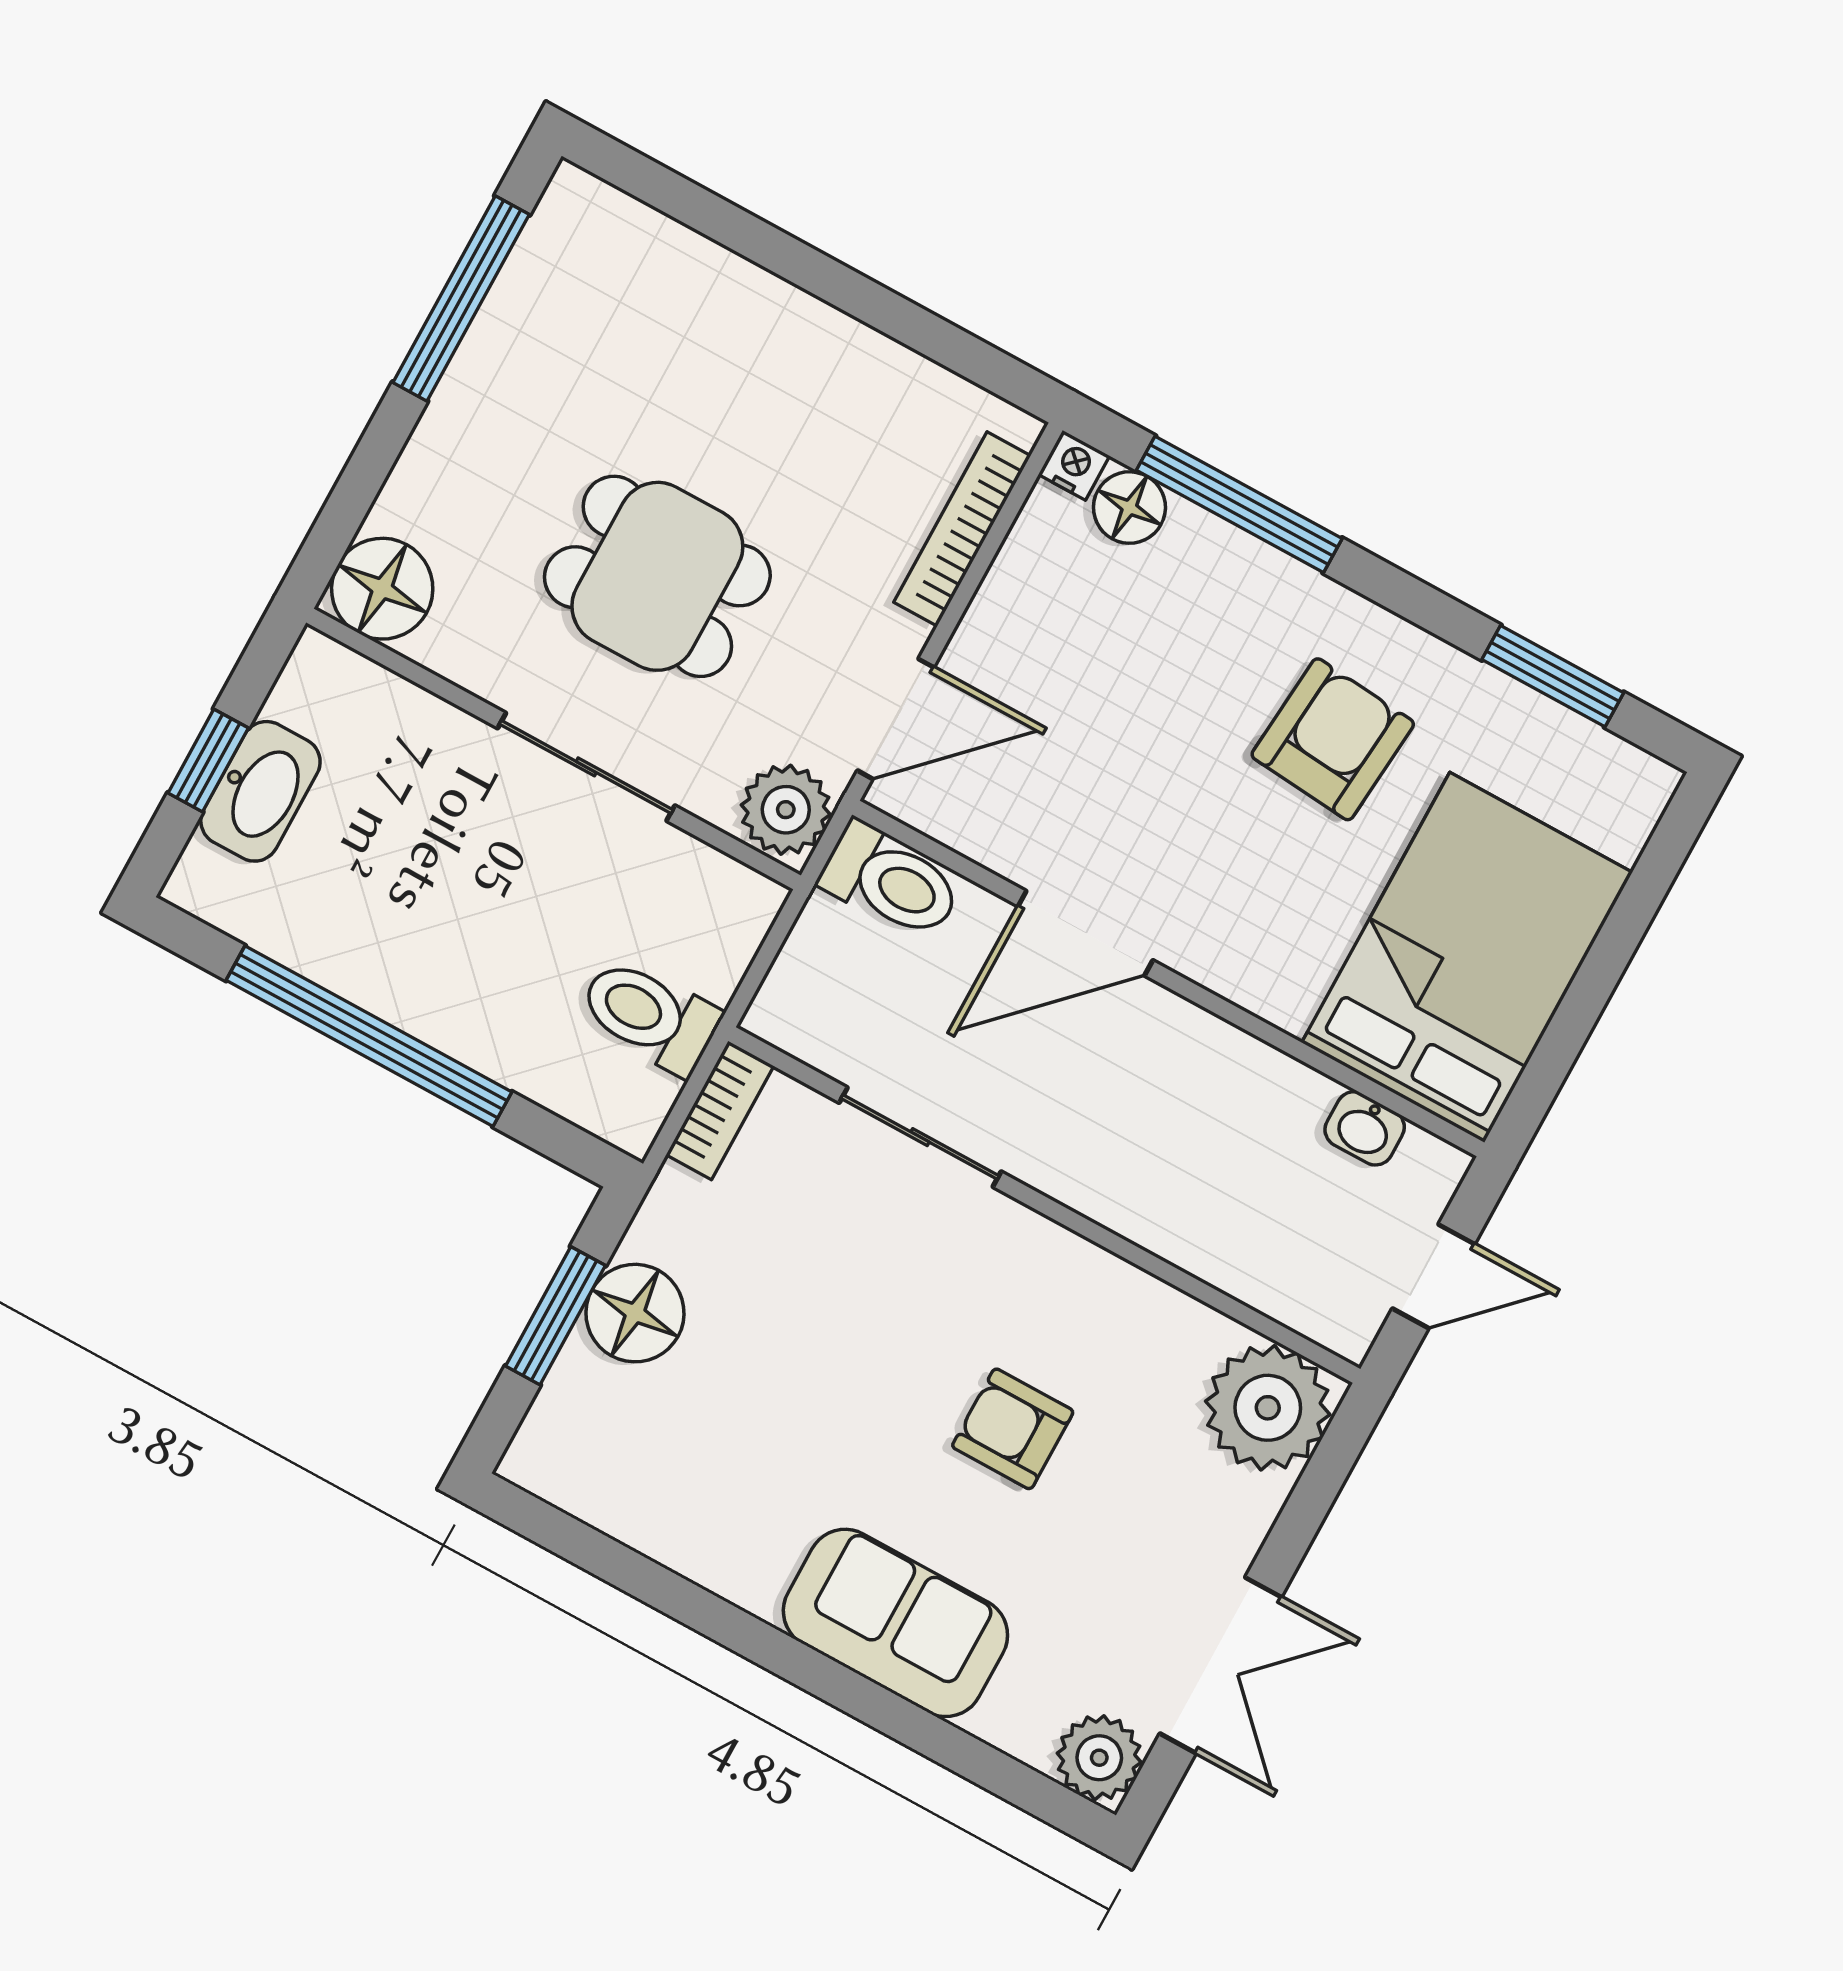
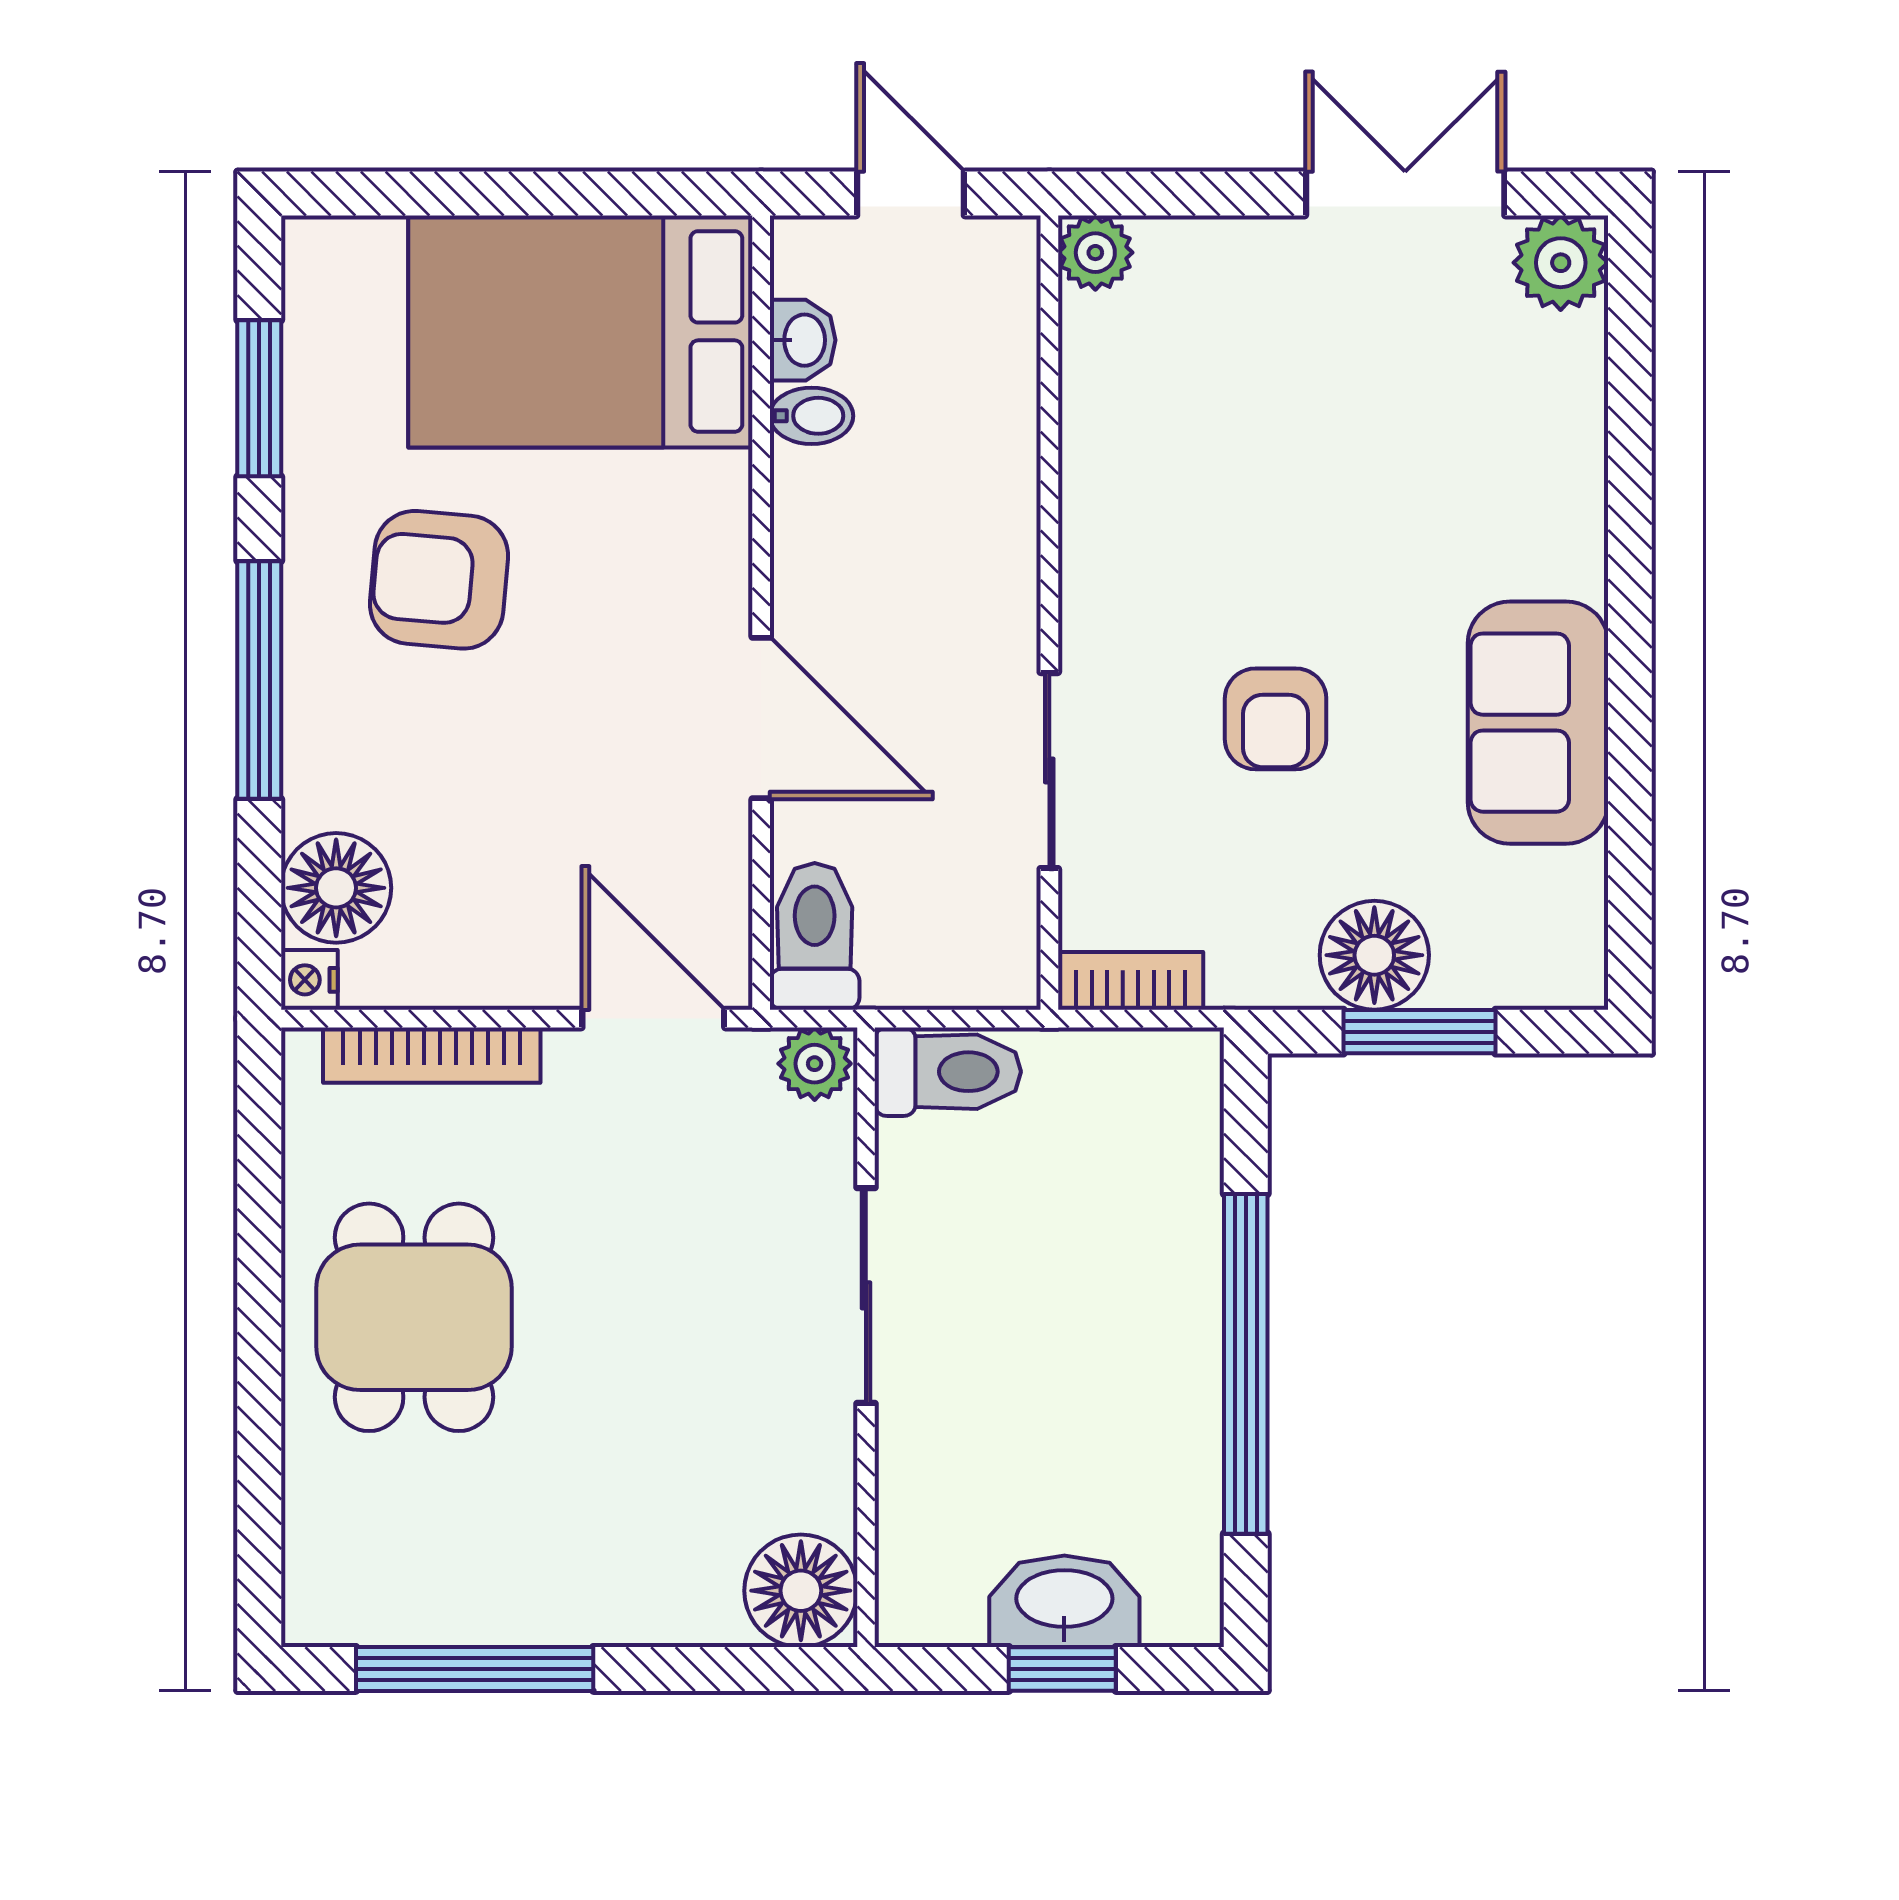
window: (1239, 504) -> (259, 680), moved
floor lamp: (1129, 508) -> (336, 888), width x1.38, depth x1.38
dining table: (657, 576) -> (414, 1317), moved
plant: (786, 810) -> (815, 1064), width x0.73, depth x0.73
toilet: (650, 1016) -> (948, 1072), moved, turned -90
bidet: (1301, 1103) -> (812, 416), added
plant: (1268, 1408) -> (1095, 253), width x0.53, depth x0.53
armchair: (1013, 1429) -> (1276, 719), moved
sofa: (895, 1623) -> (1538, 723), moved

